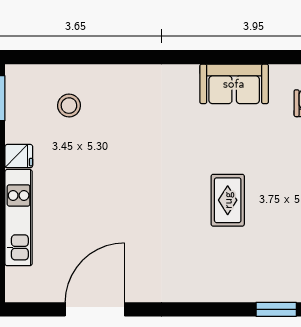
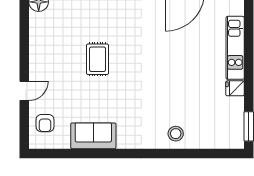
stool: (69, 106) -> (176, 134), moved

